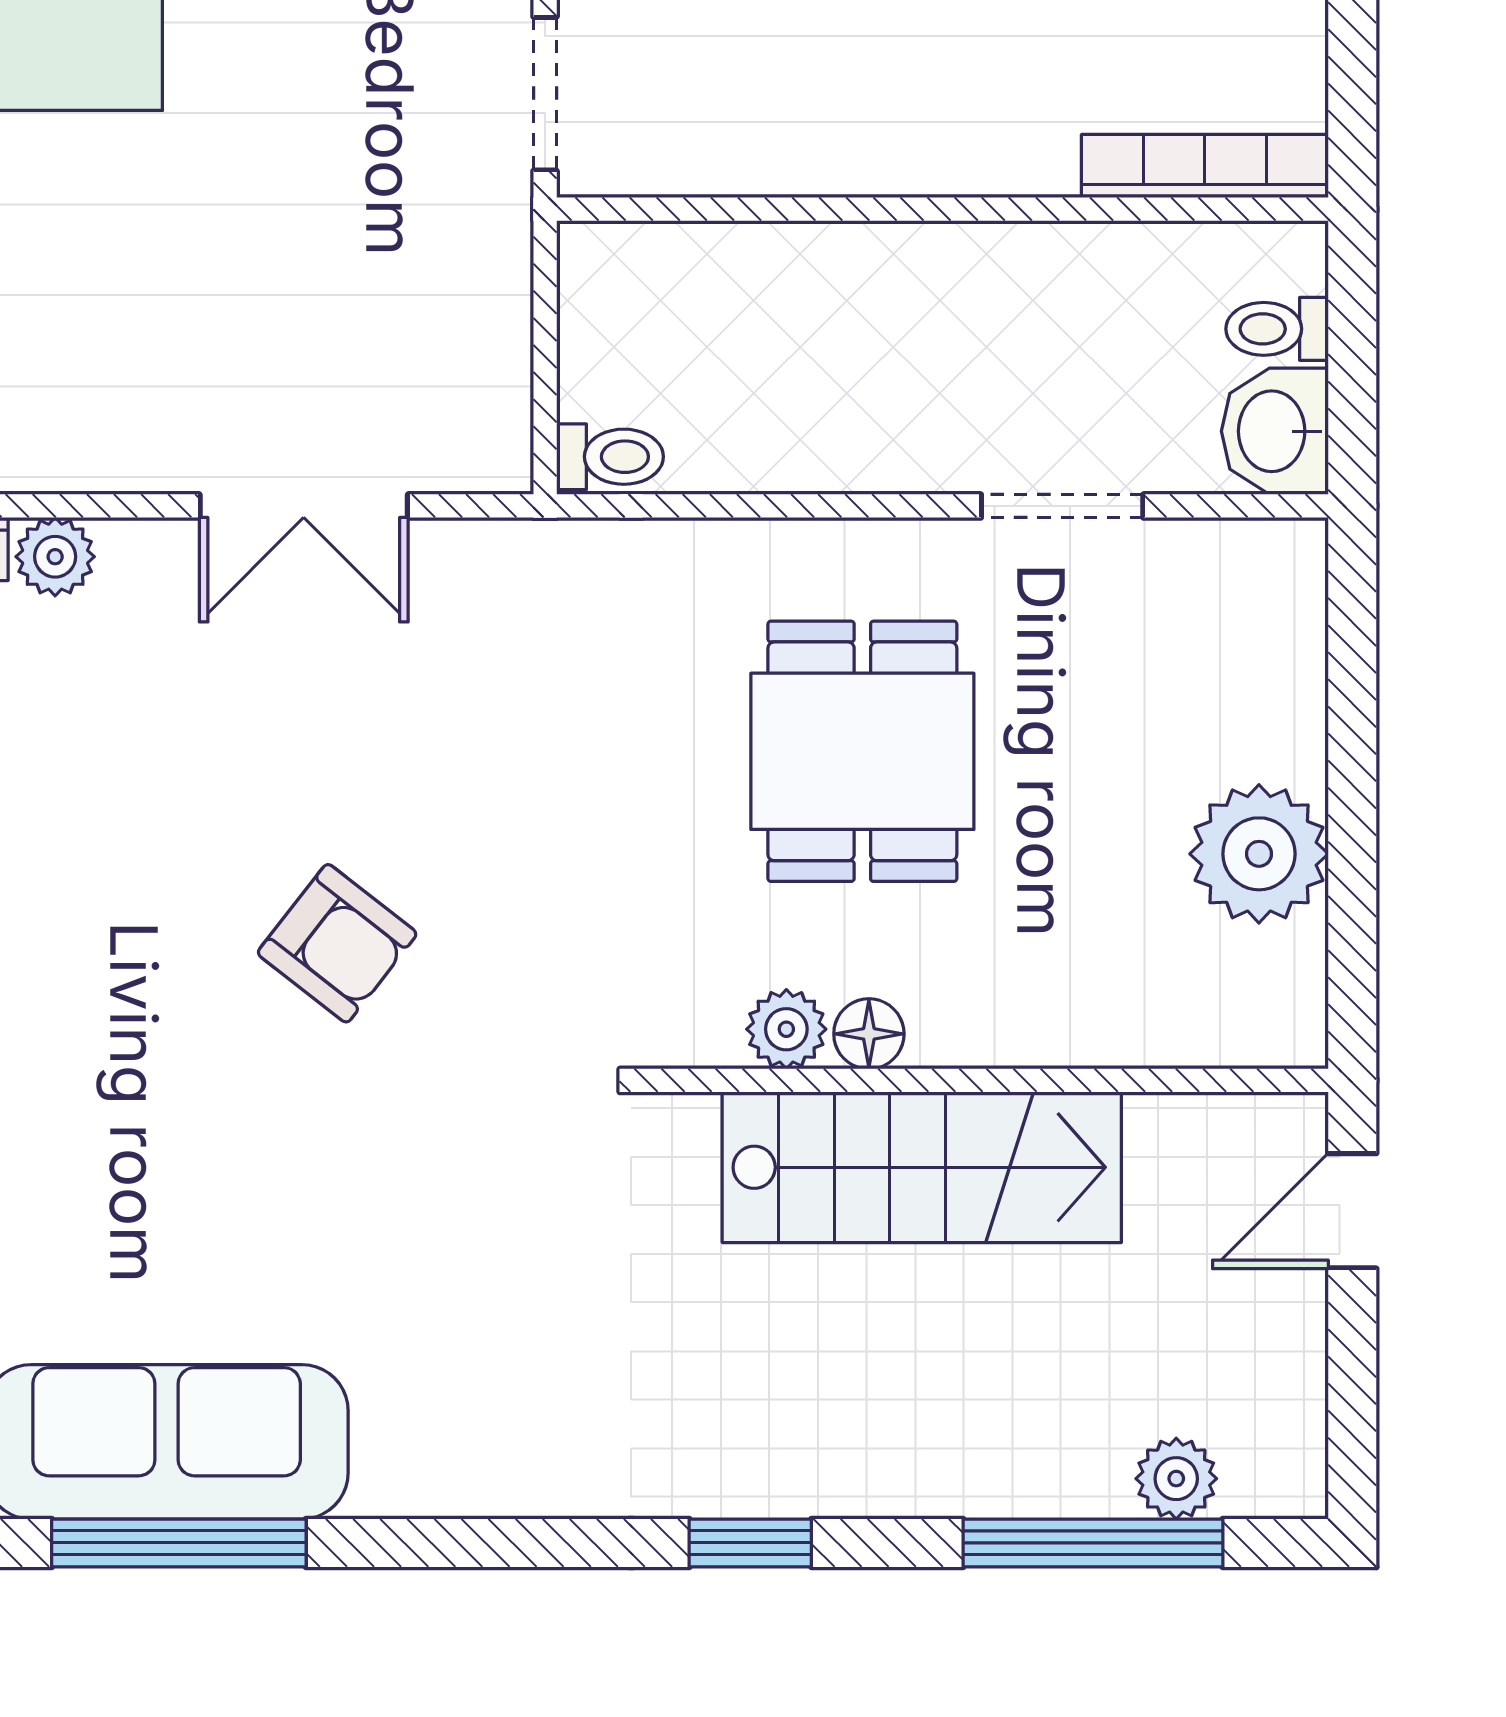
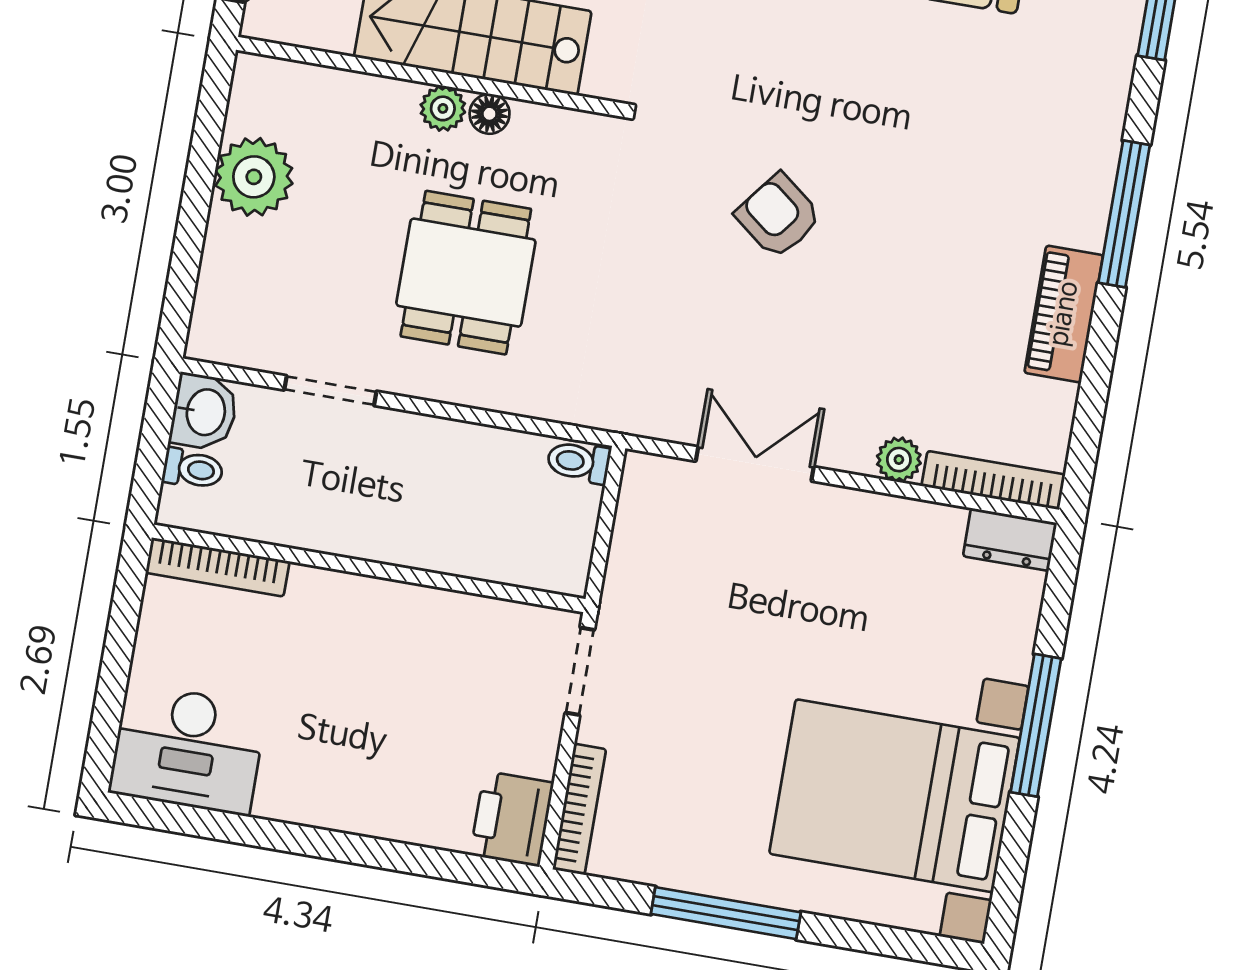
plant: (786, 1029) -> (443, 108), moved

